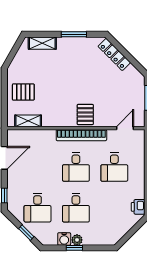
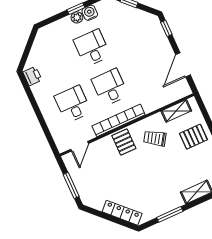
trolley: (57, 106) -> (155, 138), added
desk: (37, 208) -> (129, 31), removed

